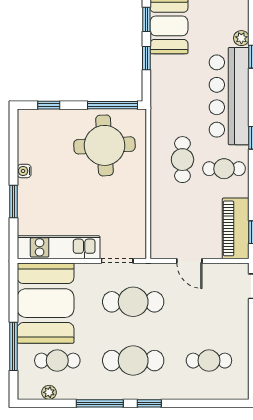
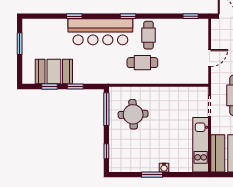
plant: (241, 38) -> (62, 24), removed
round table: (104, 145) -> (133, 114), width x0.73, depth x0.73
water cooler: (24, 171) -> (164, 168), moved
window: (13, 201) -> (152, 175), moved
piano: (236, 228) -> (188, 27), removed

